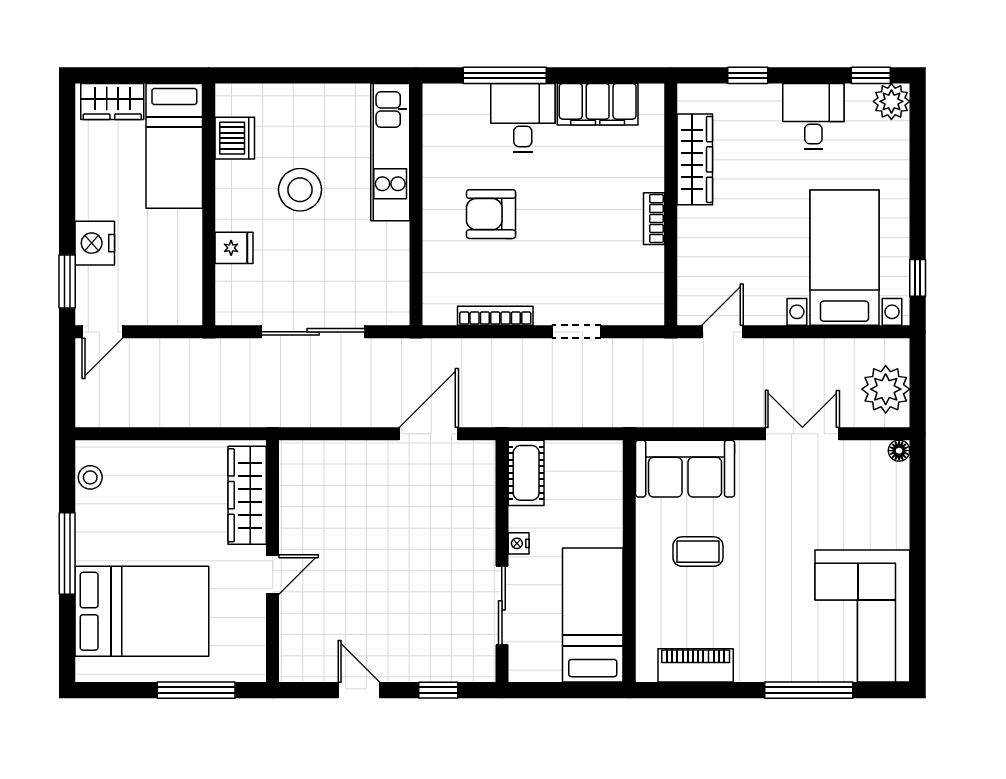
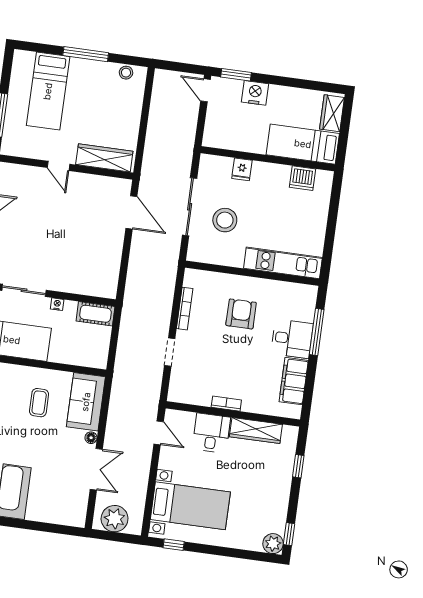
desk: (813, 116) -> (211, 433), moved, turned -90
stool: (300, 190) -> (225, 220), moved
door: (429, 434) -> (131, 212), moved
floor lamp: (899, 451) -> (91, 438), moved
bed: (142, 611) -> (48, 91), width x0.67

